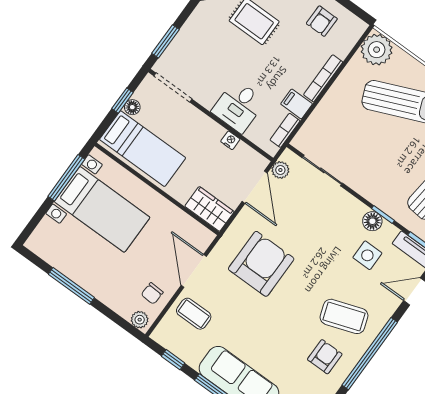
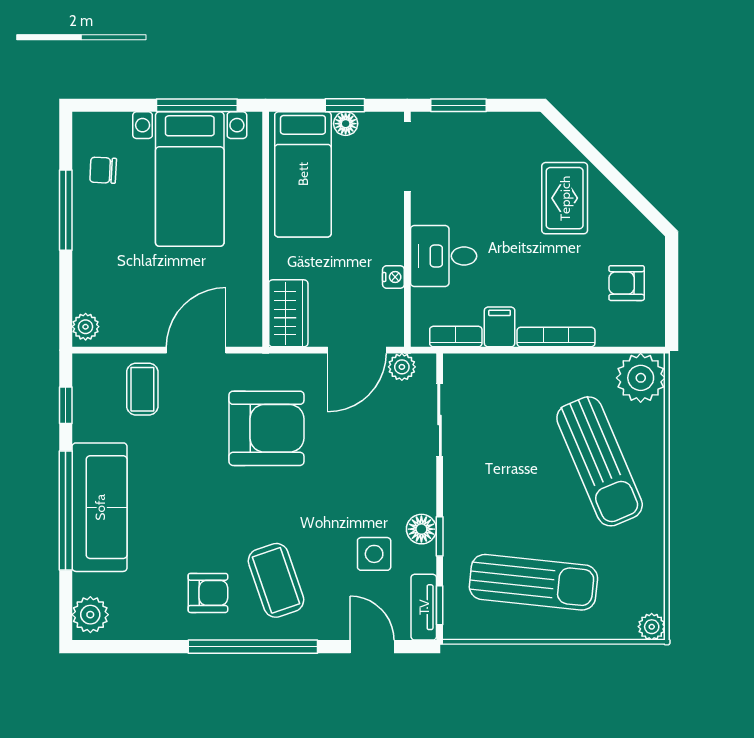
chair: (152, 293) -> (103, 170), moved

